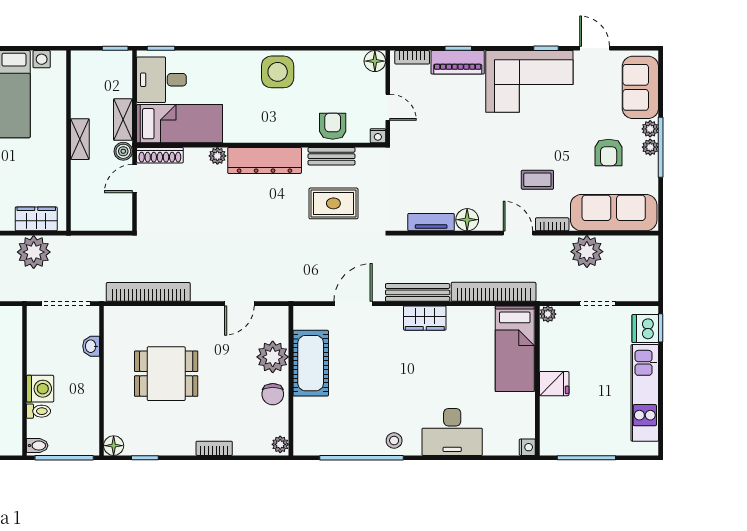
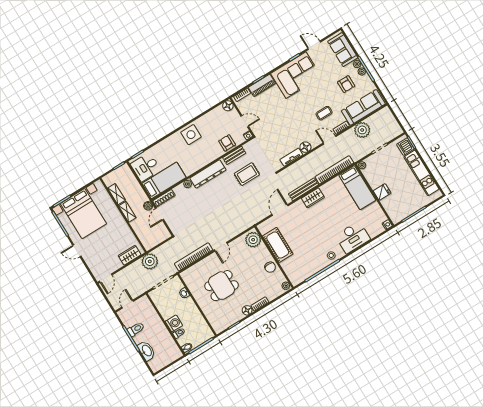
shelving: (123, 120) -> (117, 194), moved
plant: (34, 252) -> (150, 261), moved
door: (239, 304) -> (221, 247), moved
plant: (273, 357) -> (253, 240), moved
floor lamp: (114, 446) -> (247, 310), moved

